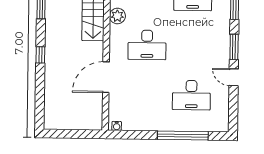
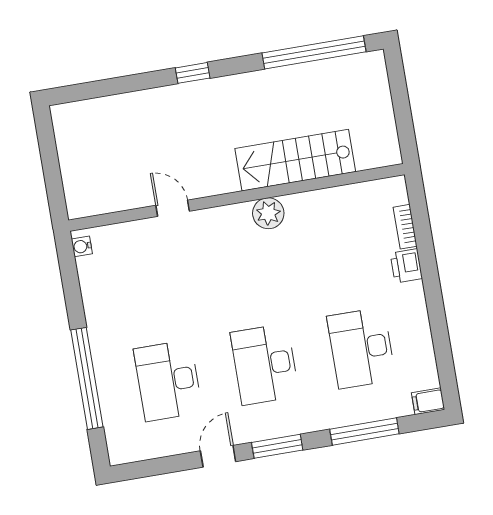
plant: (117, 16) -> (268, 213), moved
desk: (147, 45) -> (265, 364), moved
door: (106, 77) -> (173, 208), width x0.53

